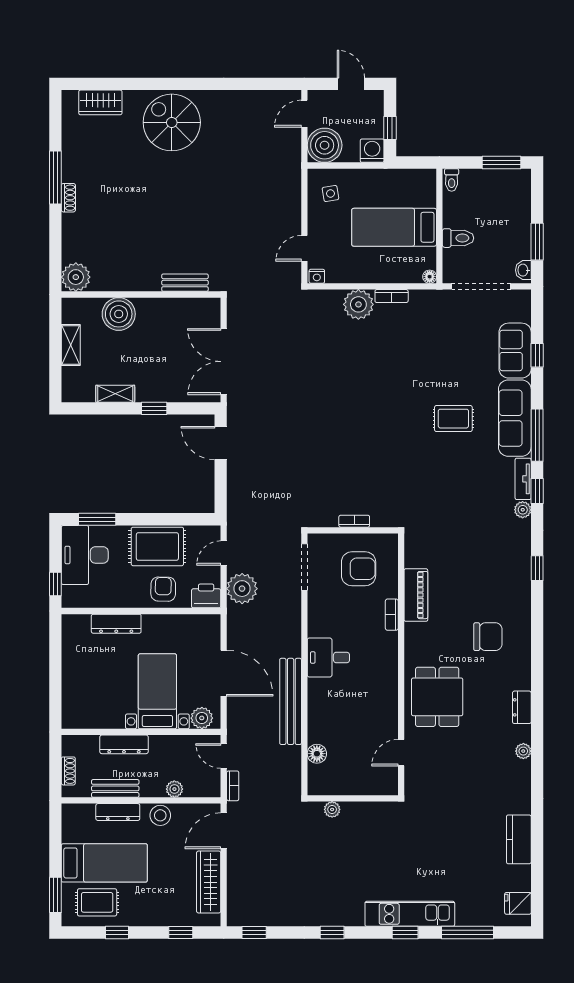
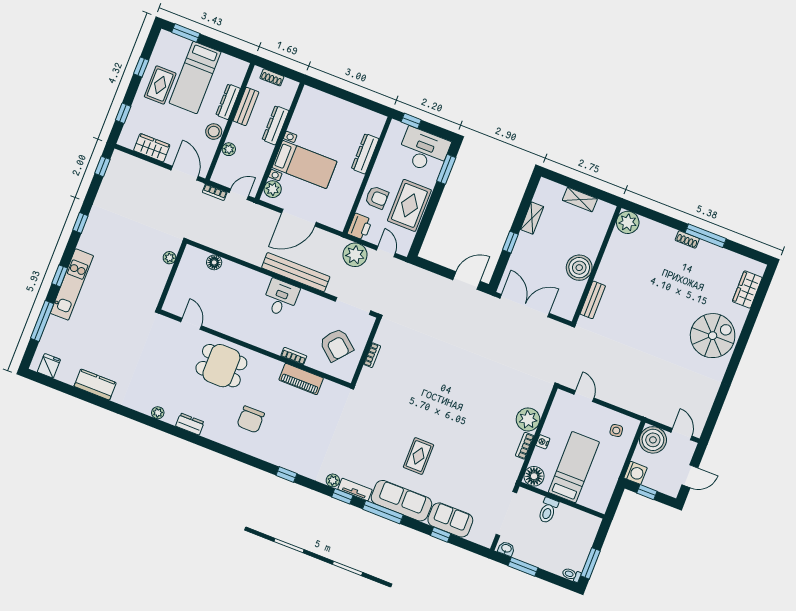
toilet: (452, 180) -> (571, 575), moved
nightstand: (317, 276) -> (543, 442), moved
floor lamp: (430, 277) -> (534, 476), width x1.89, depth x1.89
boiler: (119, 314) -> (579, 268), moved
armchair: (359, 569) -> (336, 345), turned -50
bench: (291, 701) -> (296, 272), moved
wardrobe: (209, 882) -> (152, 148), width x0.67
rug: (97, 902) -> (160, 85), moved

